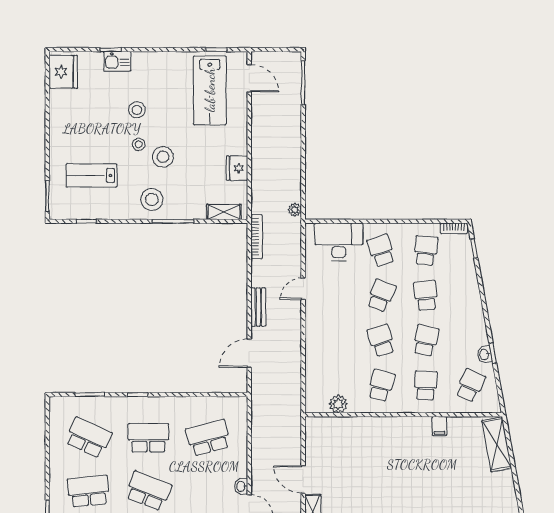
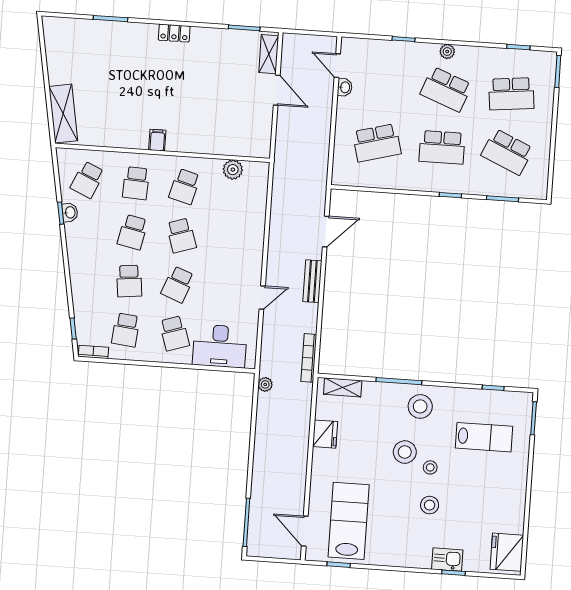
filing cabinet: (440, 426) -> (157, 140), moved

